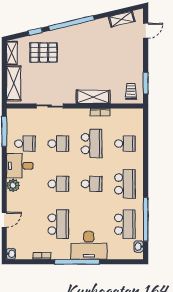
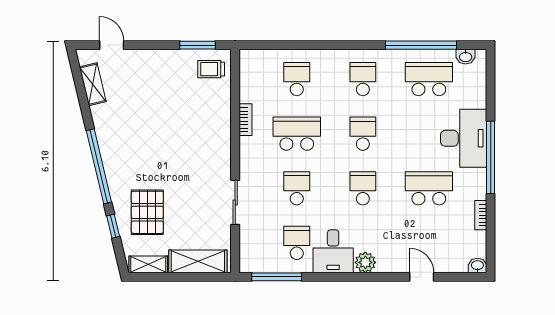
shelving: (93, 97) -> (220, 131), removed
school desk: (125, 184) -> (363, 79), width x0.54

